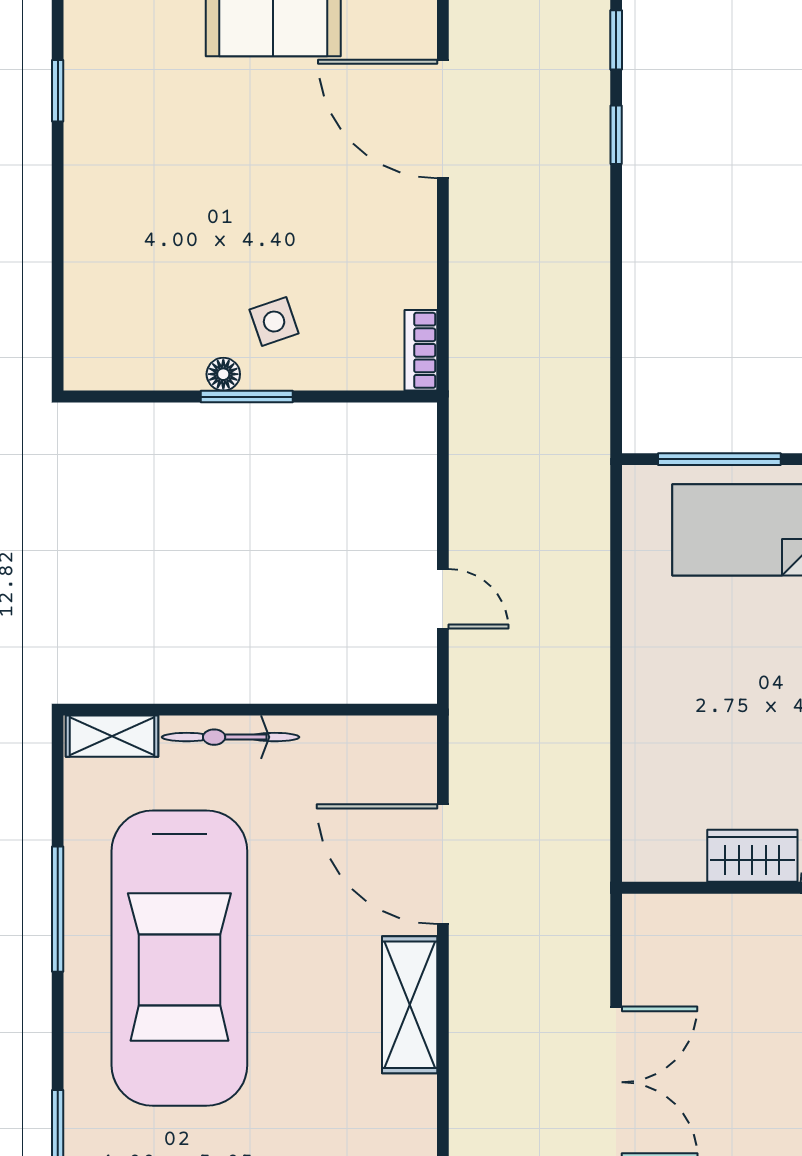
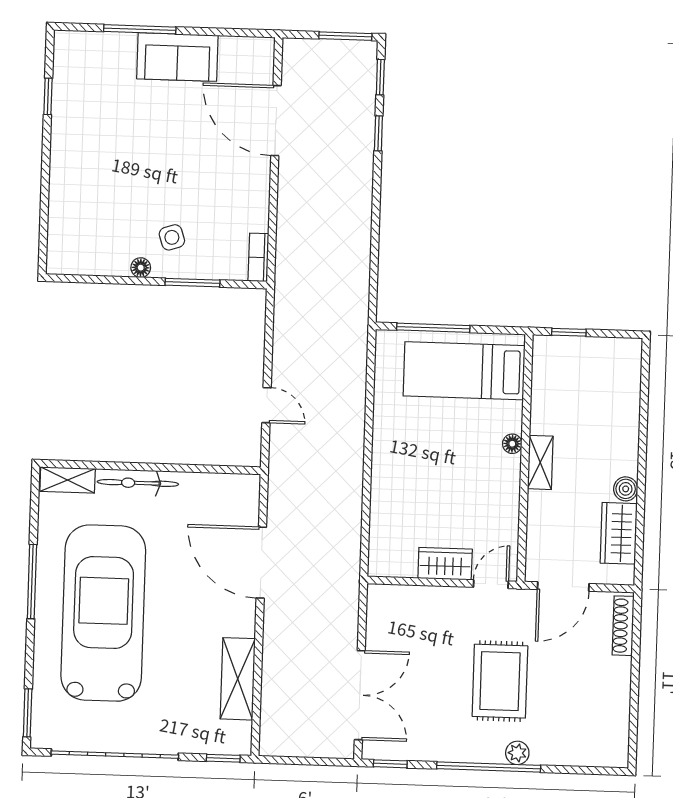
window: (247, 397) -> (192, 283), moved
car: (179, 958) -> (103, 613), turned 180
shelving: (410, 1005) -> (238, 679), moved

